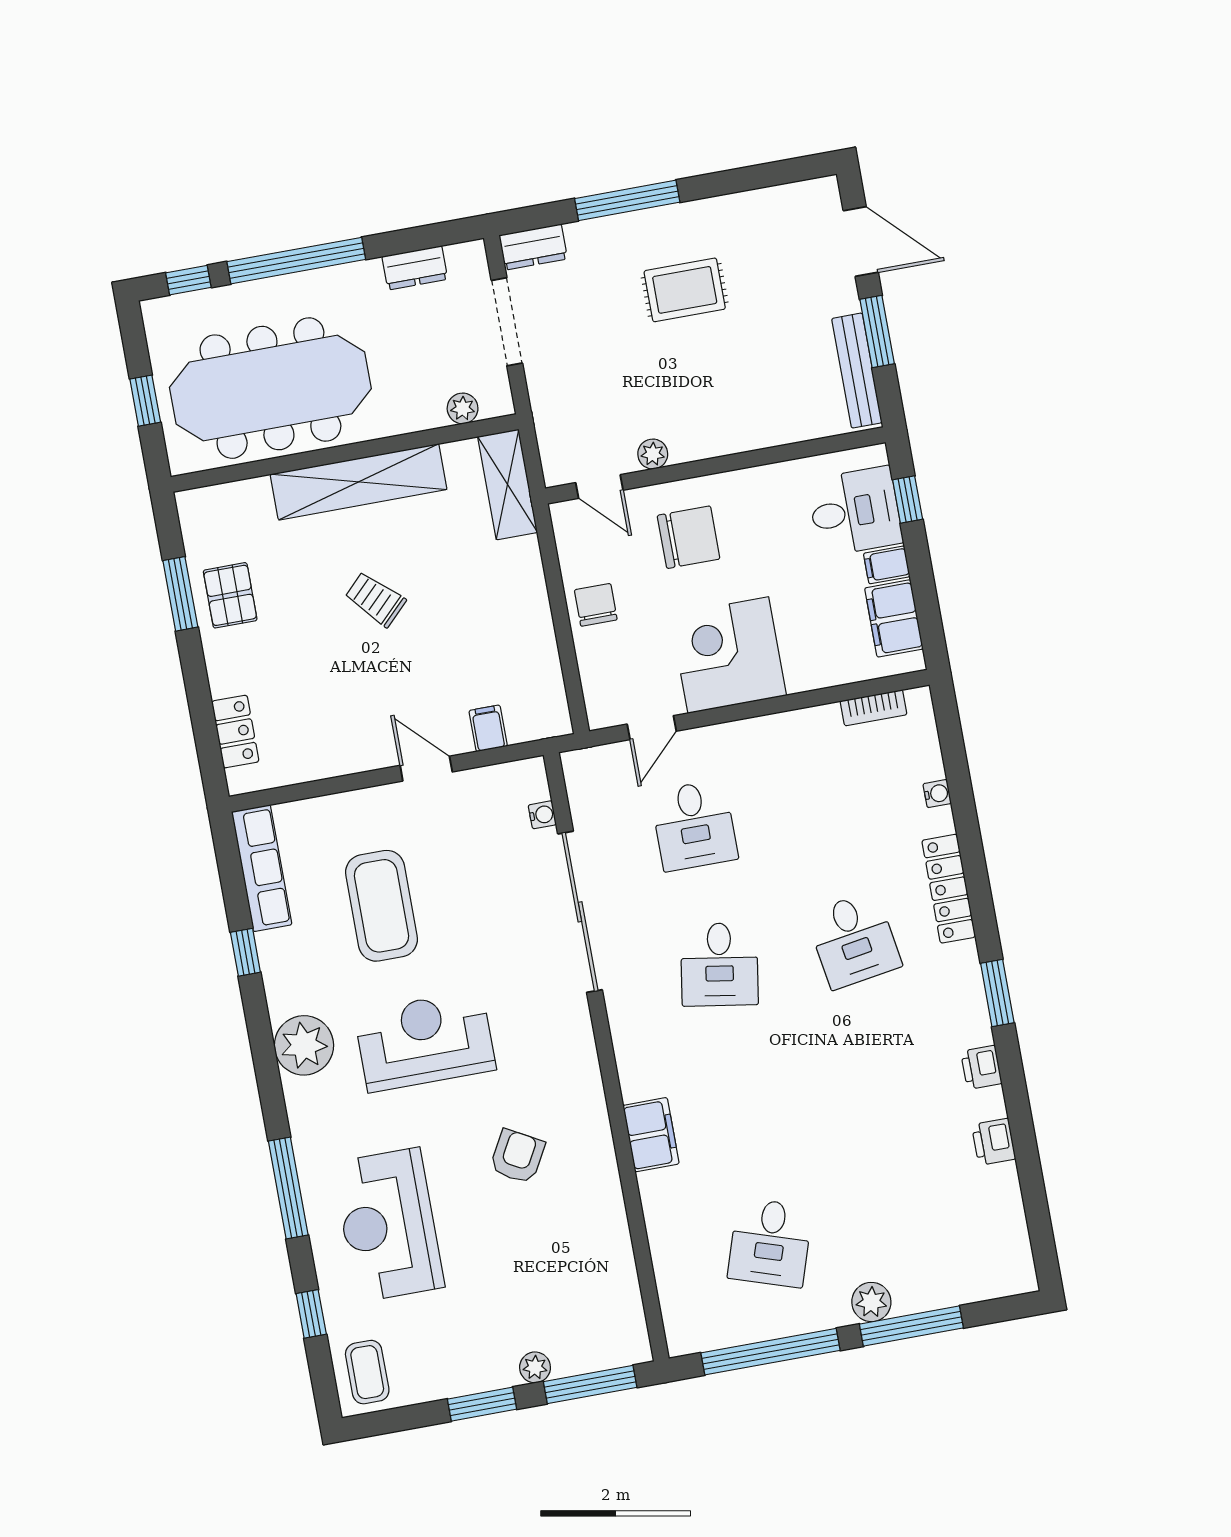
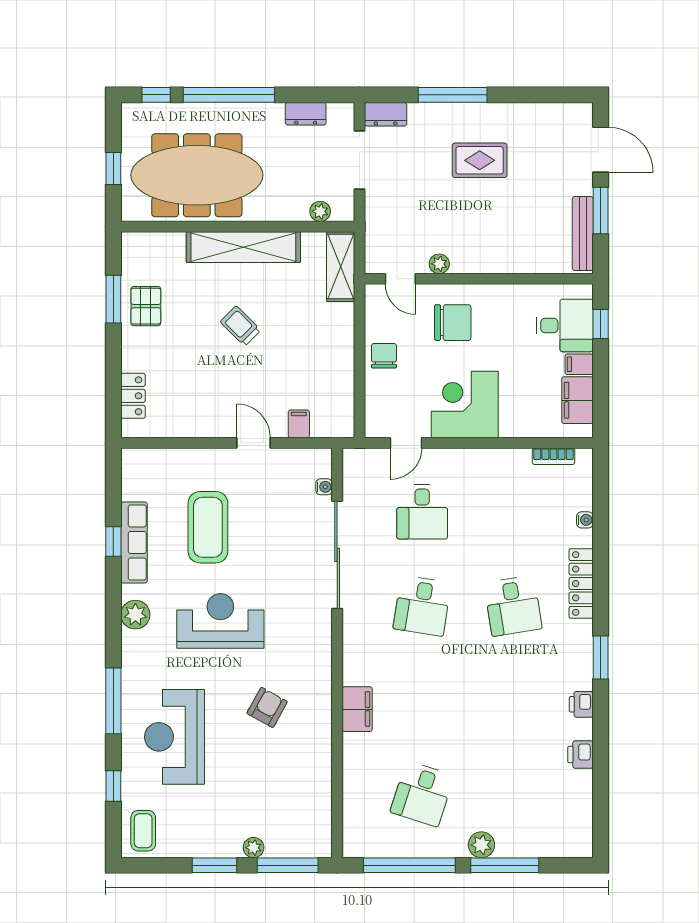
row of seats: (262, 868) -> (134, 542), moved
plant: (304, 1045) -> (135, 615), width x0.73, depth x0.73

